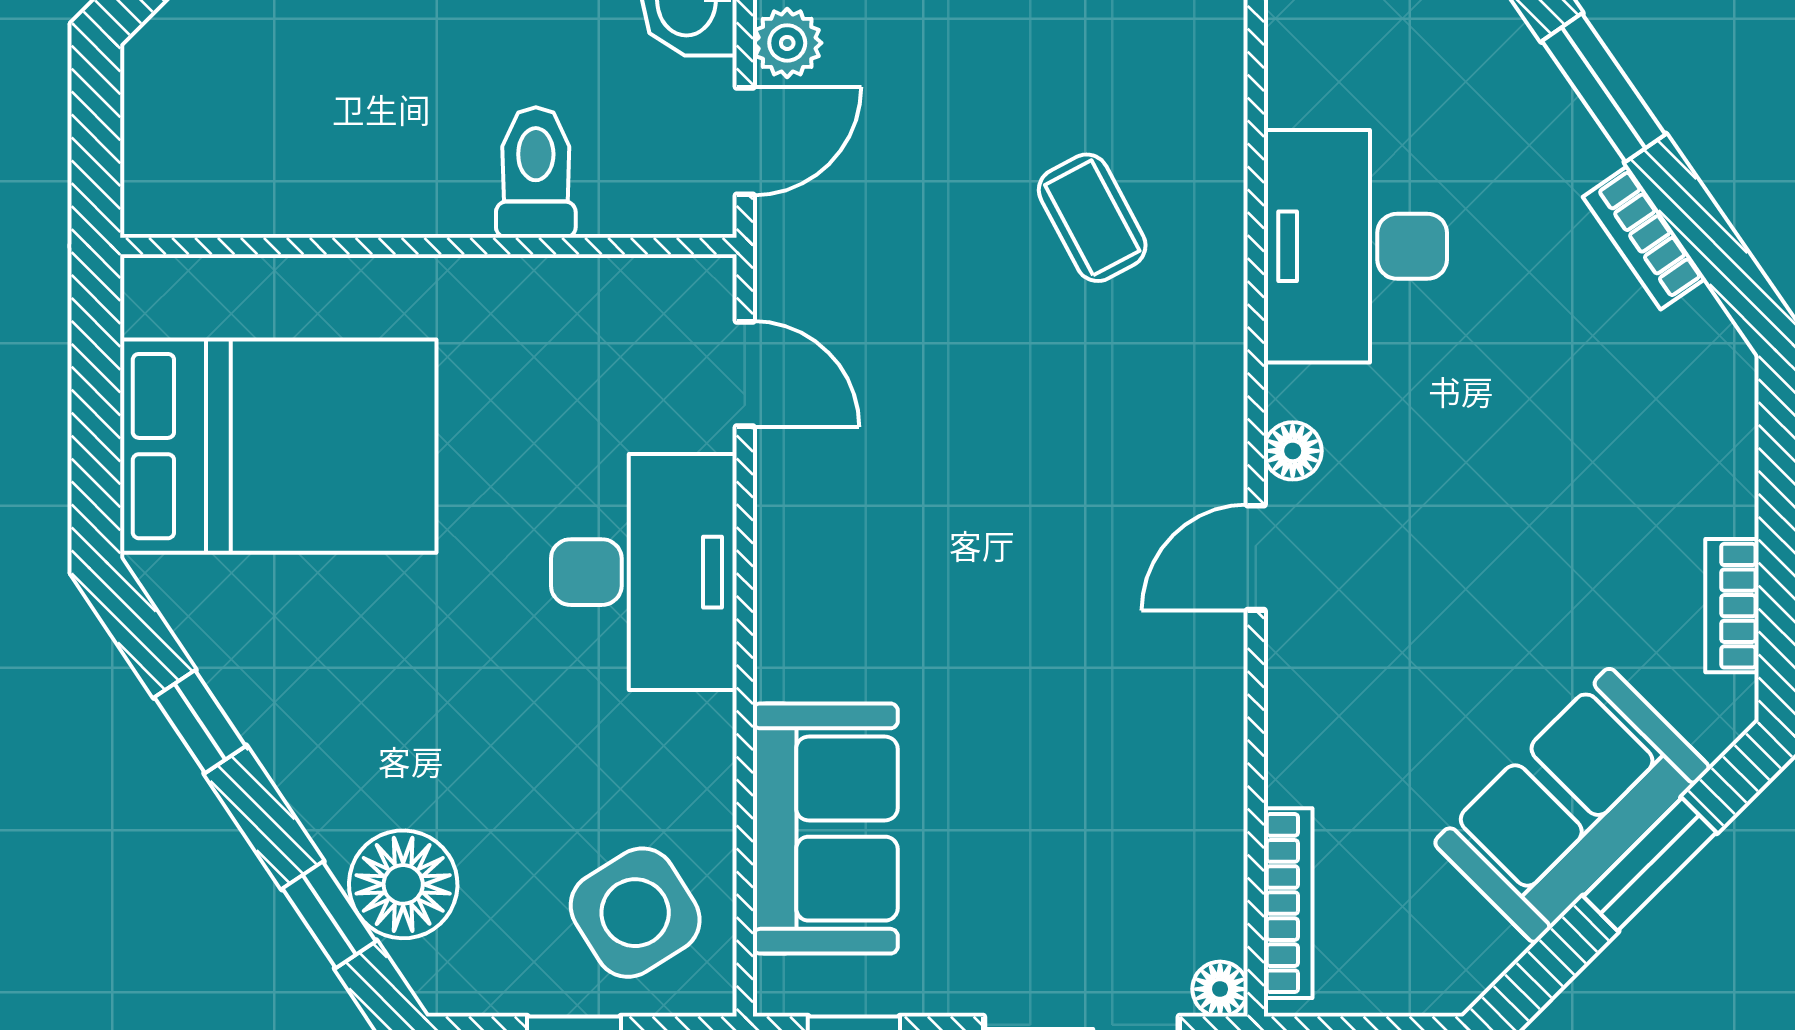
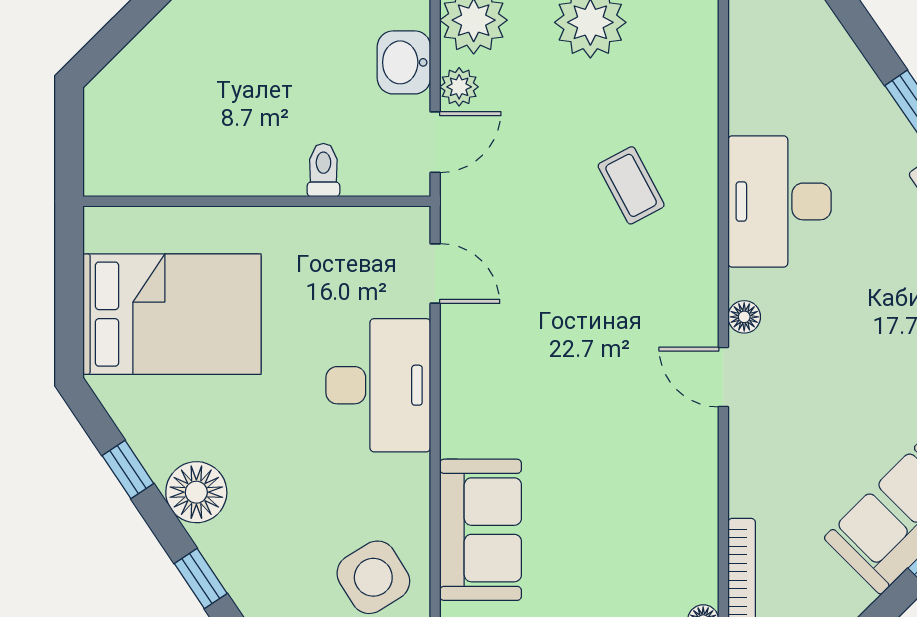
toilet: (536, 172) -> (323, 170), width x0.73, depth x0.72
door: (1256, 558) -> (723, 377), hinge flipped
floor lamp: (403, 884) -> (196, 492), moved

